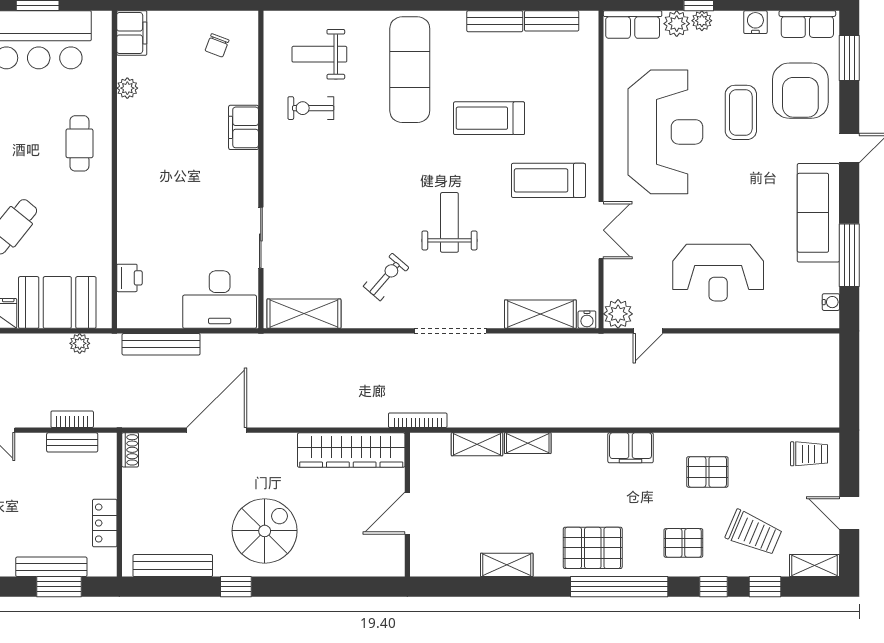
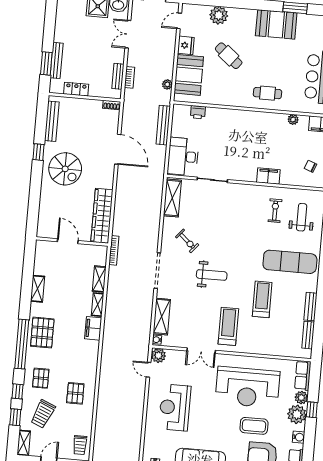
plant: (702, 21) -> (297, 414), width x1.87, depth x1.87
filing cabinet: (631, 448) -> (93, 328), moved

